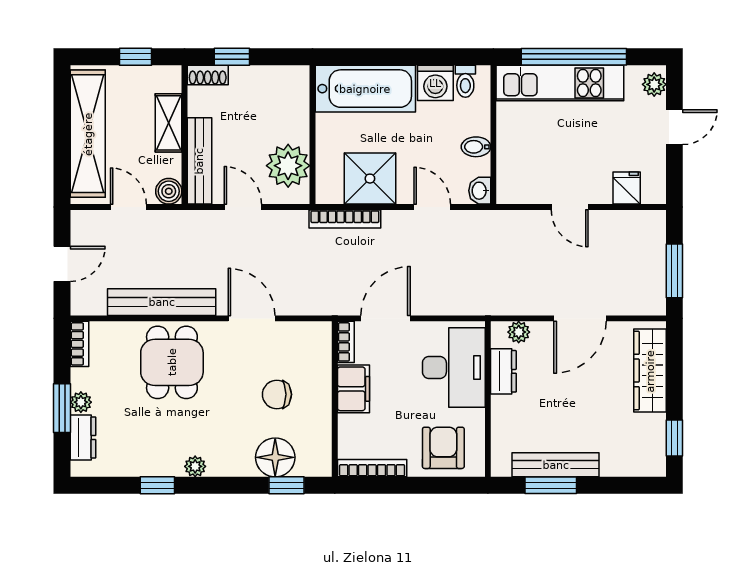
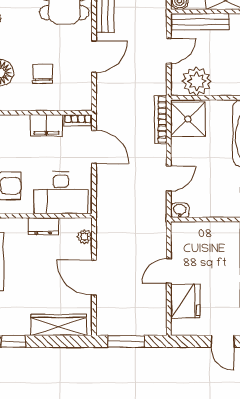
bidet: (476, 147) -> (209, 208), removed
shower: (370, 179) -> (188, 119), moved
fridge: (627, 188) -> (185, 301), width x1.88, depth x1.34
dresser: (503, 371) -> (43, 226), moved

